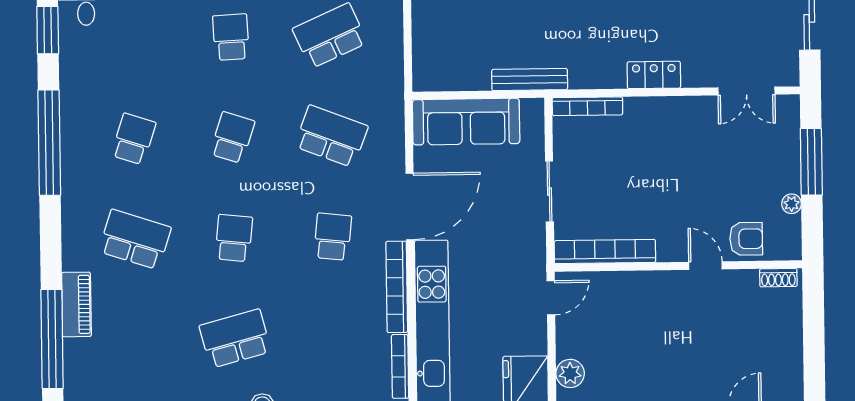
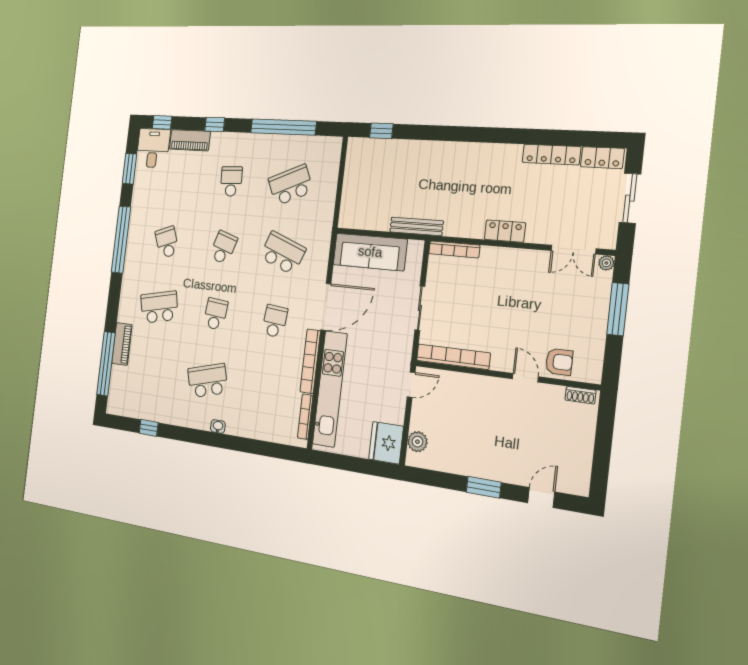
school desk: (134, 139) -> (167, 242), turned -39
plant: (792, 204) -> (606, 263), moved
school desk: (135, 239) -> (159, 307), turned -30

